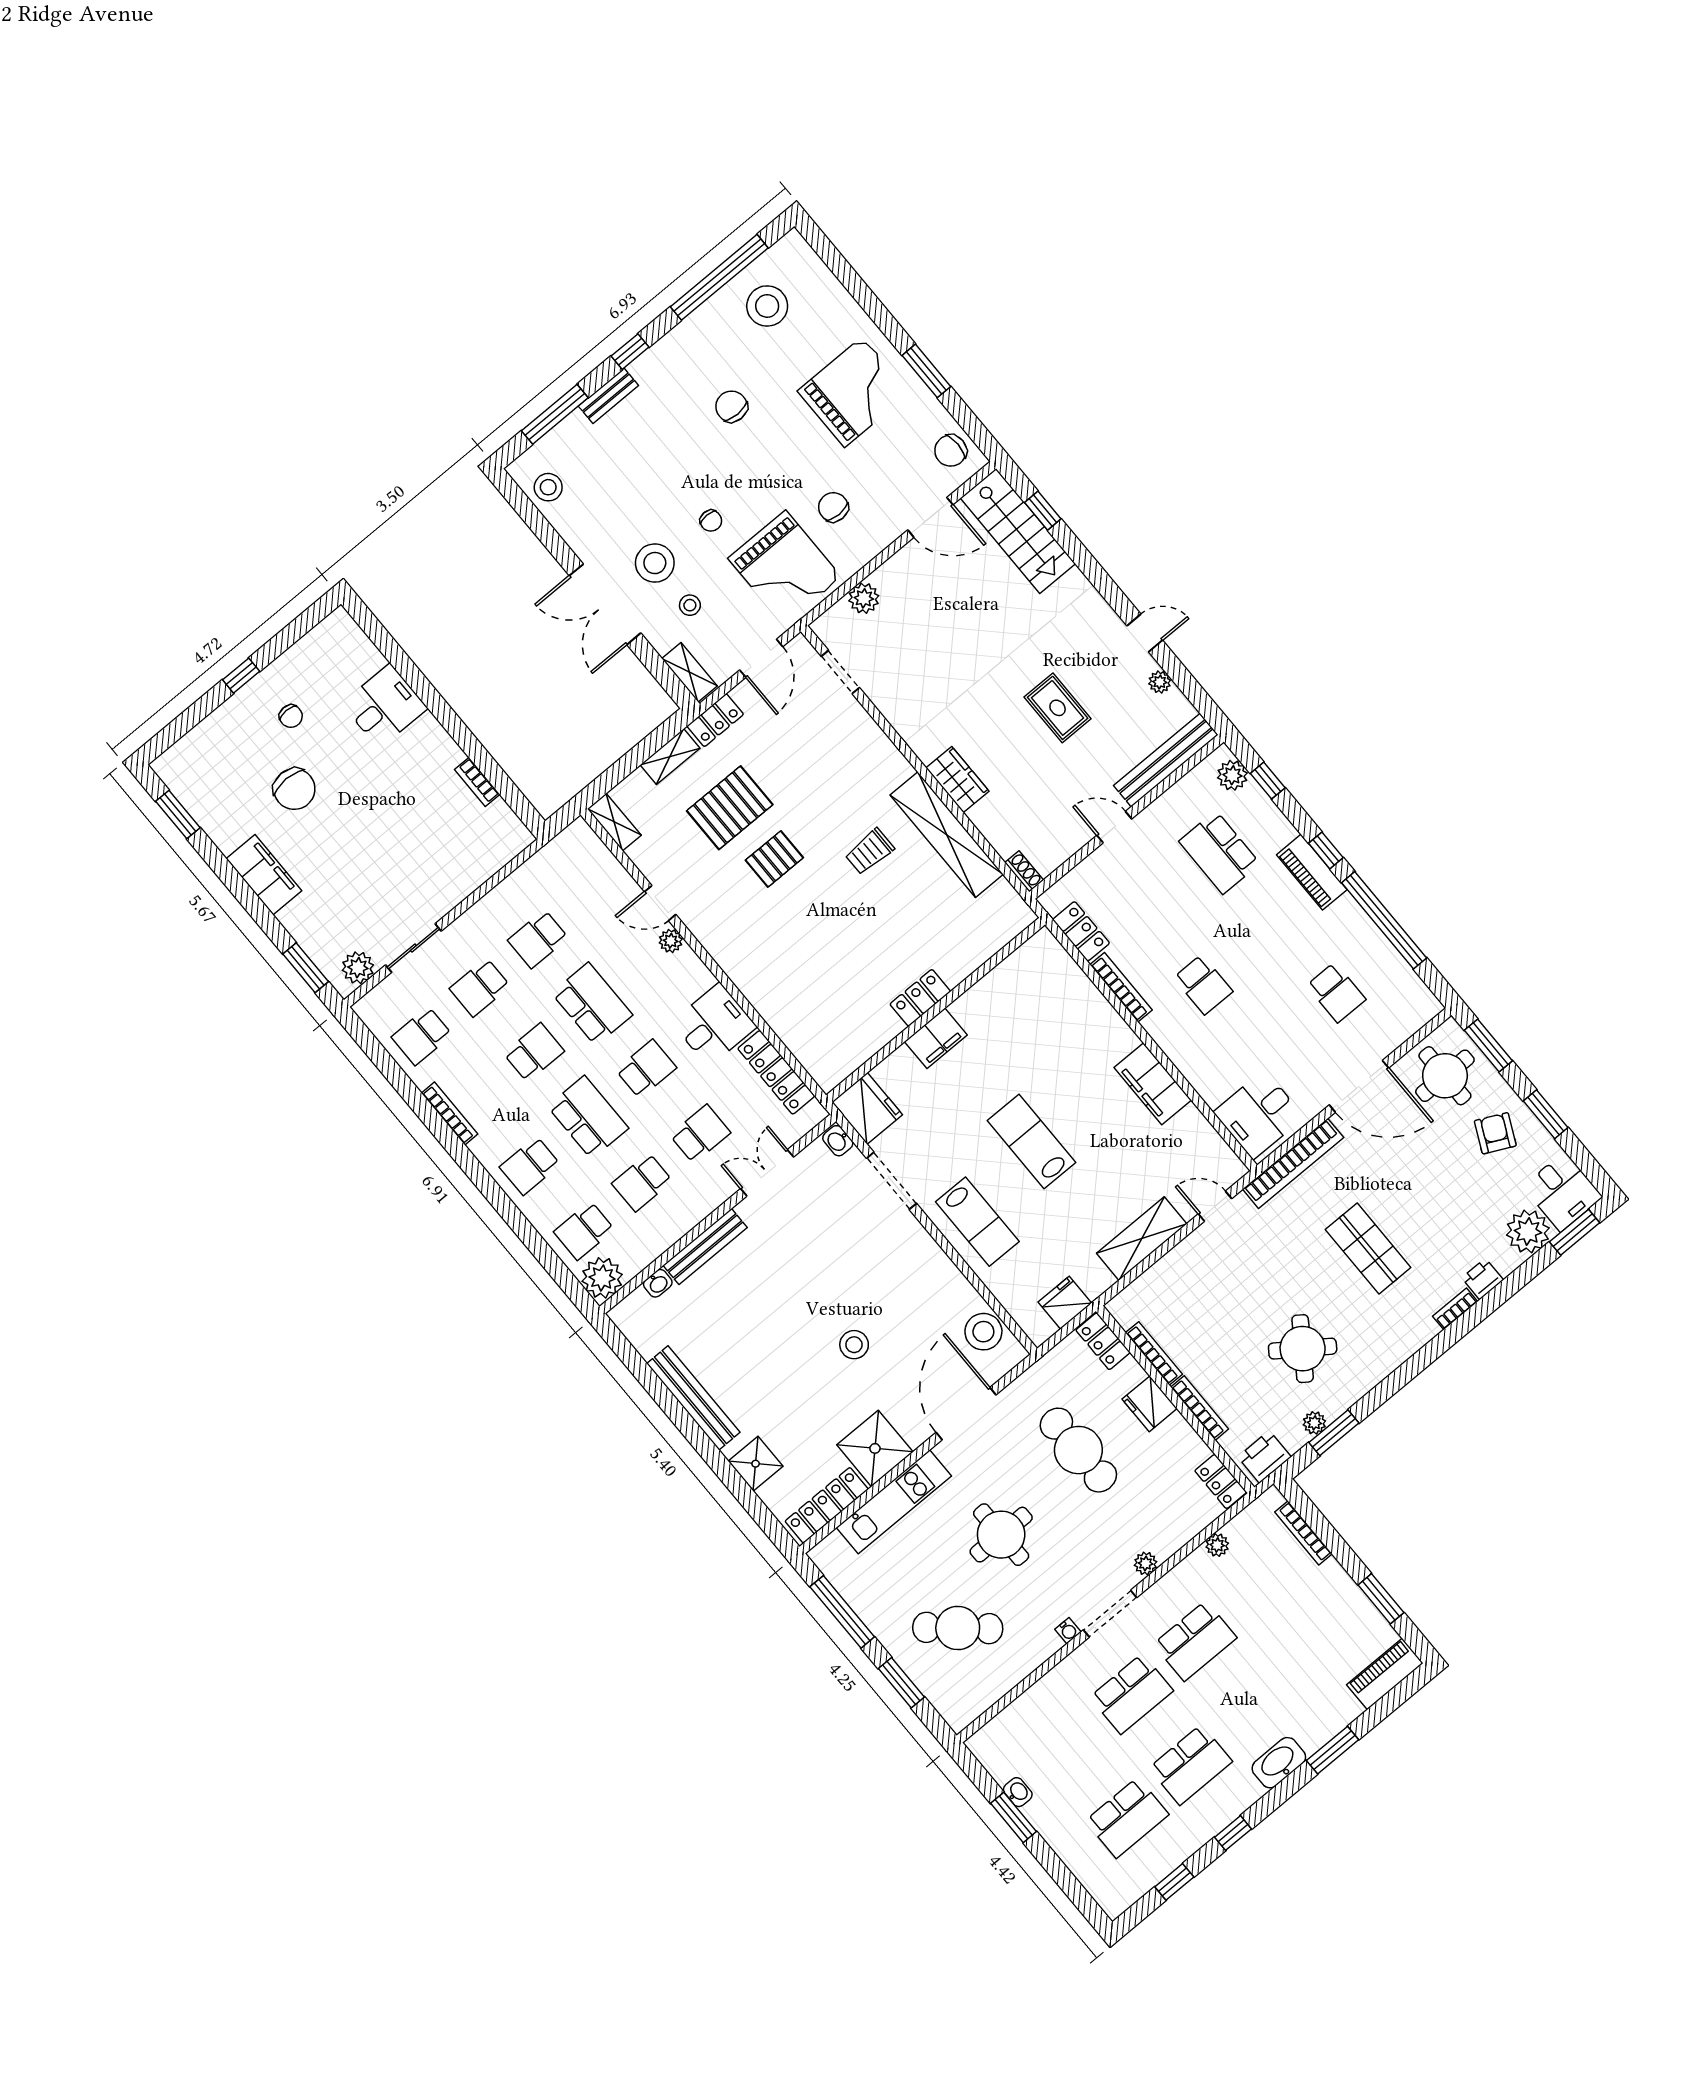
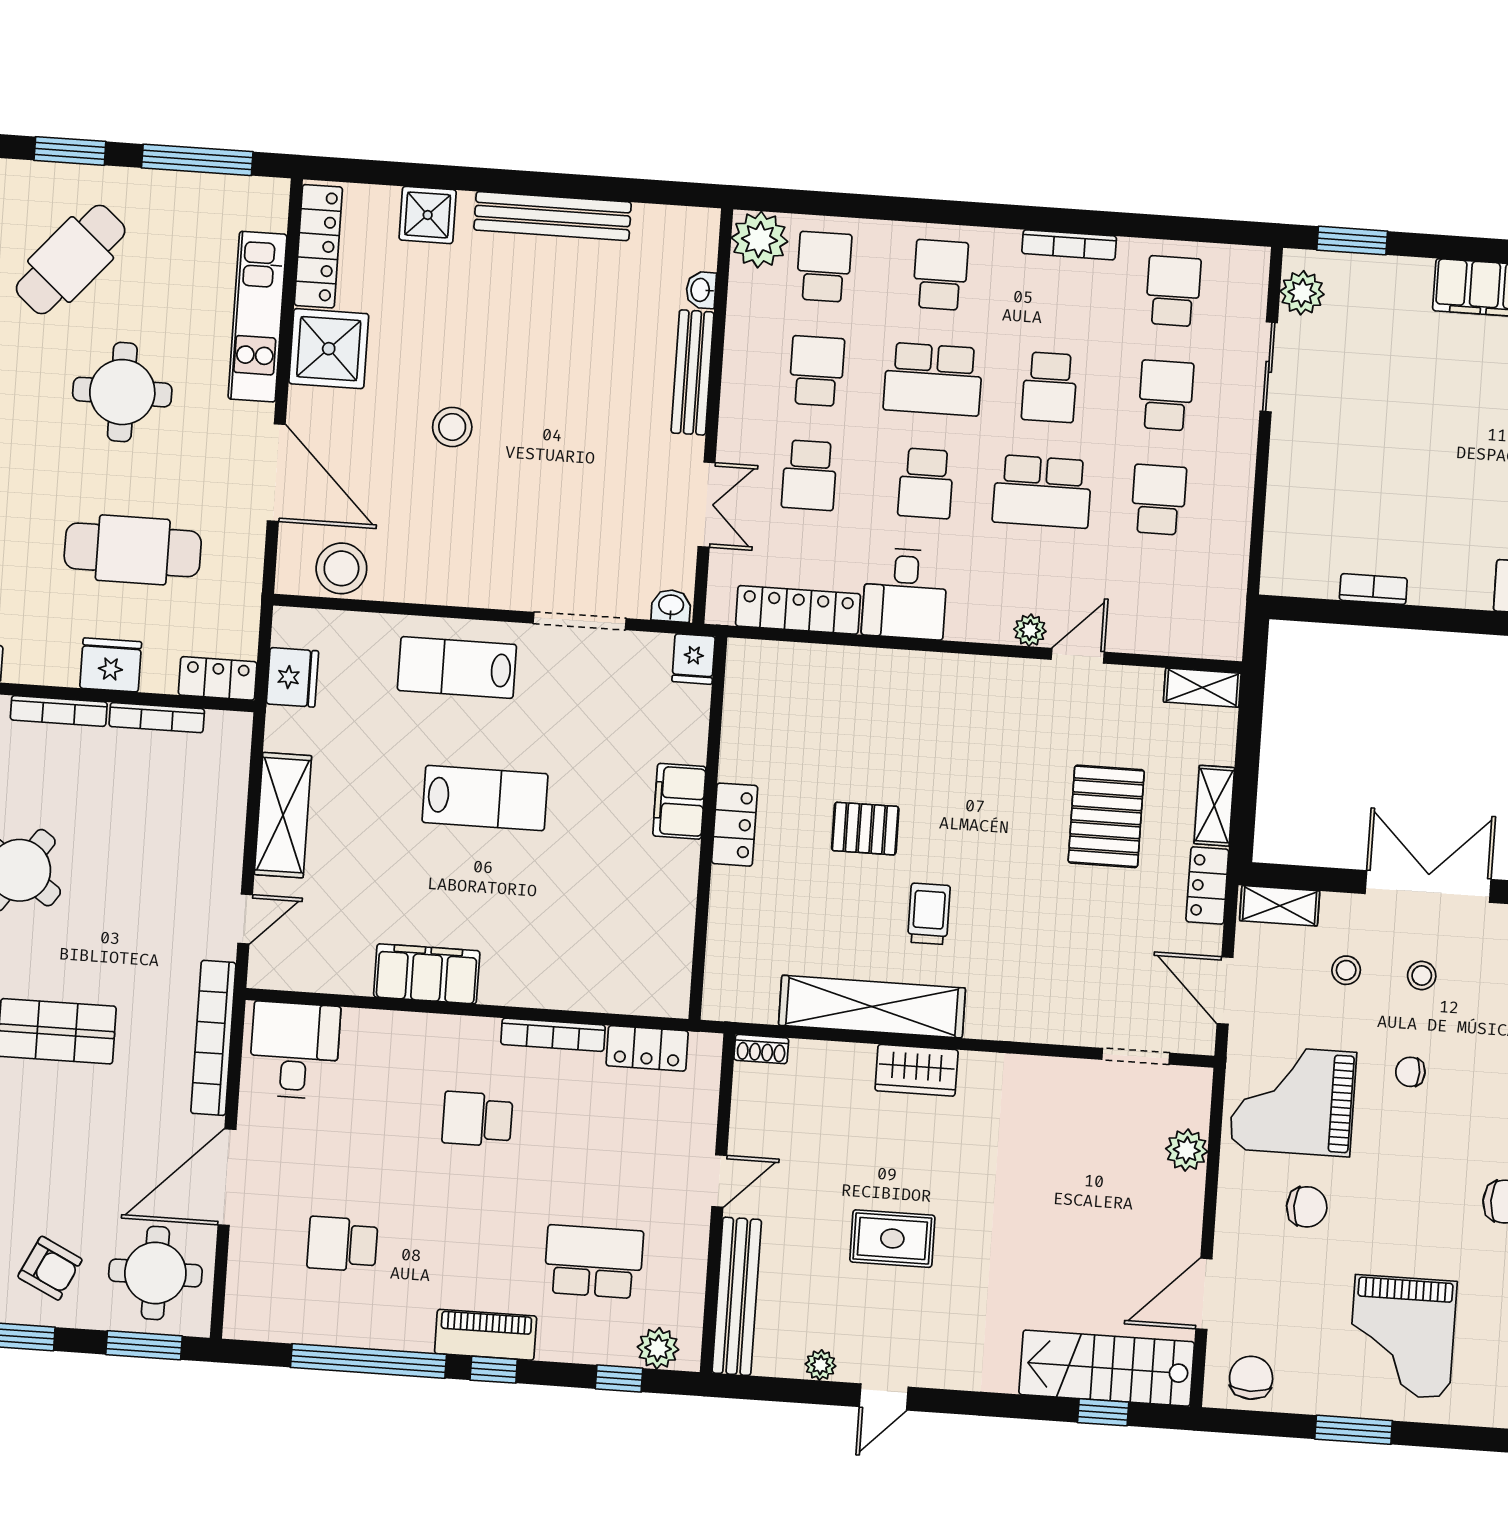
stool: (655, 563) -> (1422, 976), width x0.53, depth x0.53
pallet: (774, 859) -> (865, 829), moved, turned 90
fridge: (867, 1108) -> (694, 659), width x0.53, depth x0.75

